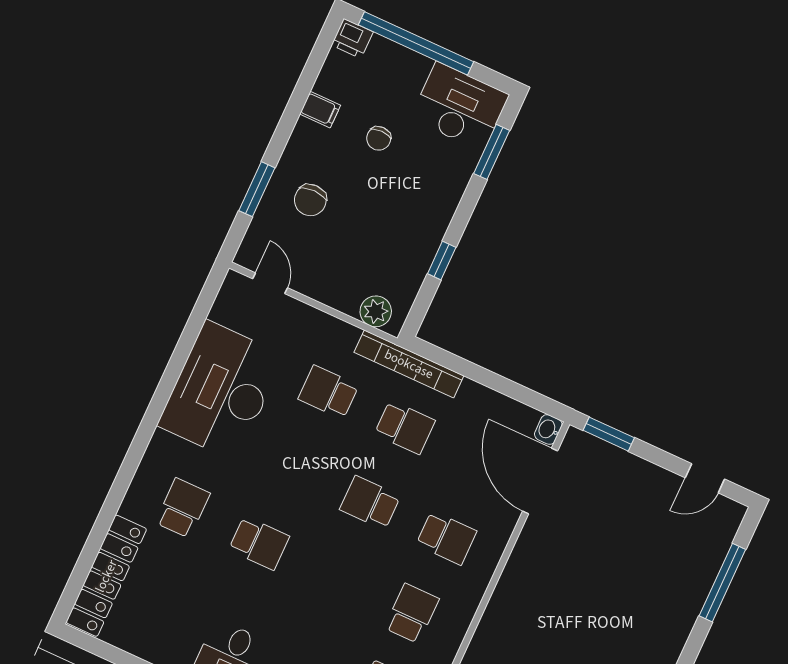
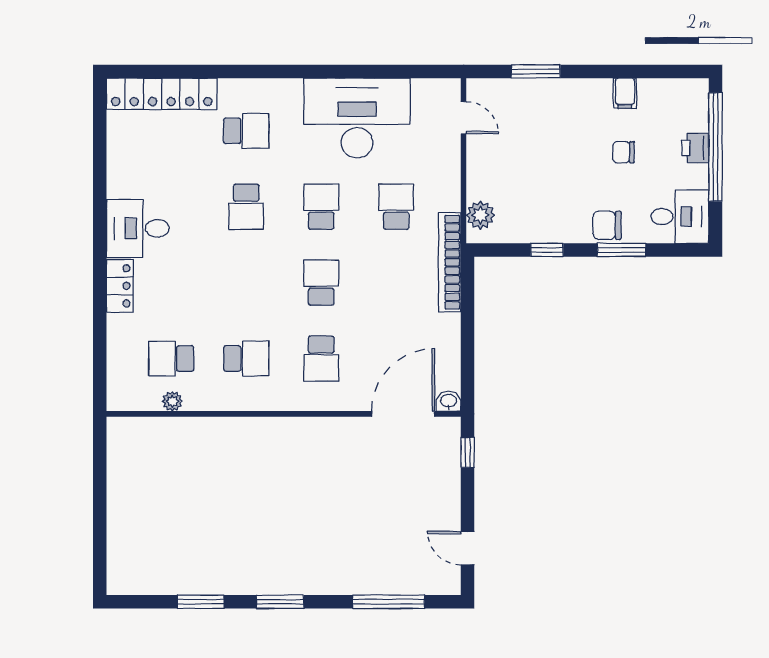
printer: (352, 38) -> (695, 148), moved
desk: (460, 107) -> (680, 217), width x0.73
window: (492, 152) -> (622, 250), moved
chair: (310, 200) -> (607, 225), moved
door: (270, 283) -> (464, 118), hinge flipped
school desk: (405, 427) -> (321, 207), moved, turned 180
window: (609, 434) -> (468, 452), width x0.67

